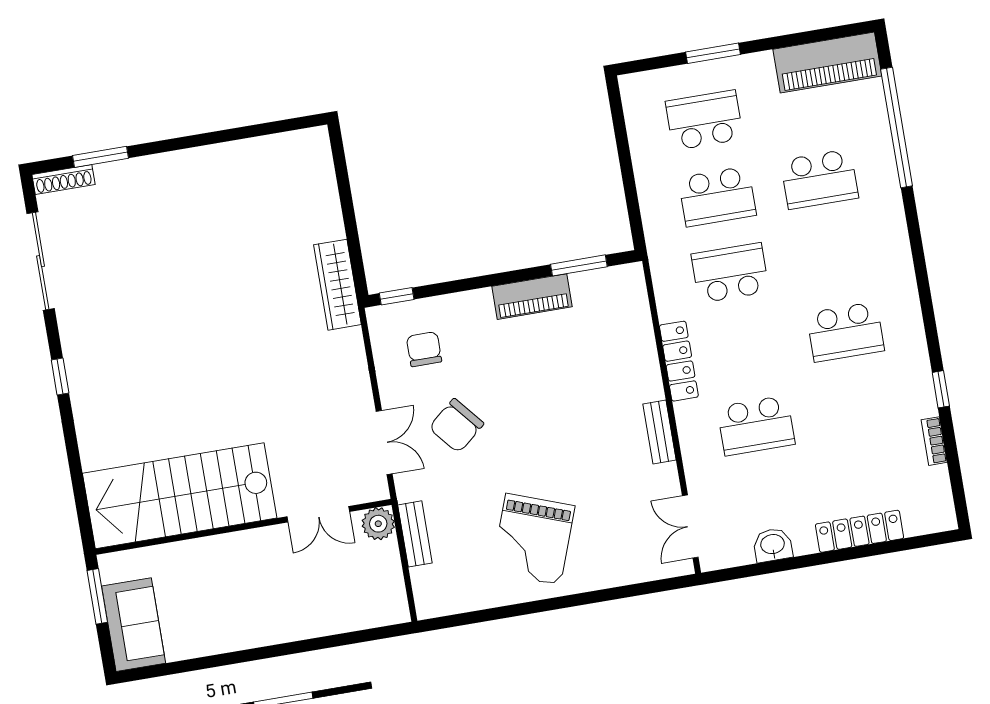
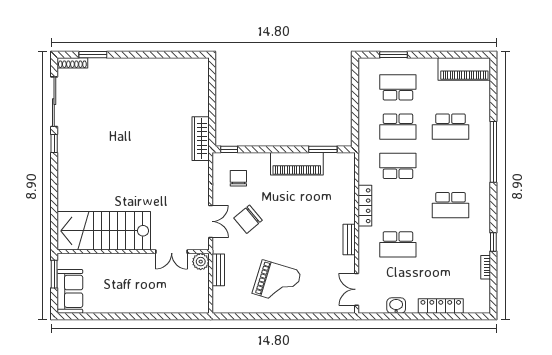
window: (713, 53) -> (394, 55), moved
window: (897, 127) -> (493, 152), moved
piano: (532, 297) -> (297, 164), width x1.37, depth x1.33
window: (60, 377) -> (54, 144), moved
grand piano: (533, 539) -> (277, 282), turned -93

